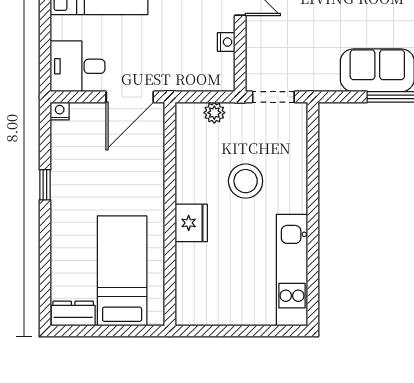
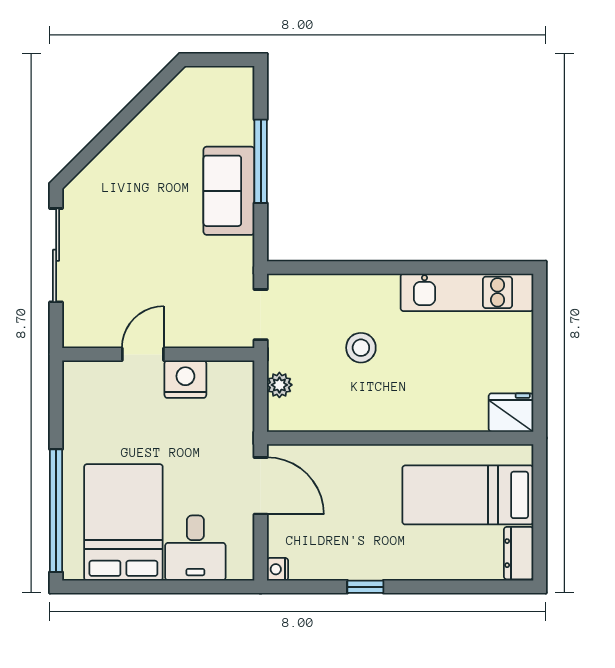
nightstand: (226, 42) -> (185, 379), width x1.89, depth x1.79
desk: (77, 66) -> (195, 548), moved
stool: (246, 181) -> (361, 348), width x0.73, depth x0.73
fridge: (191, 223) -> (511, 413), moved

